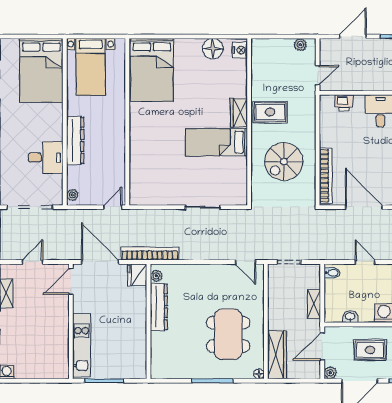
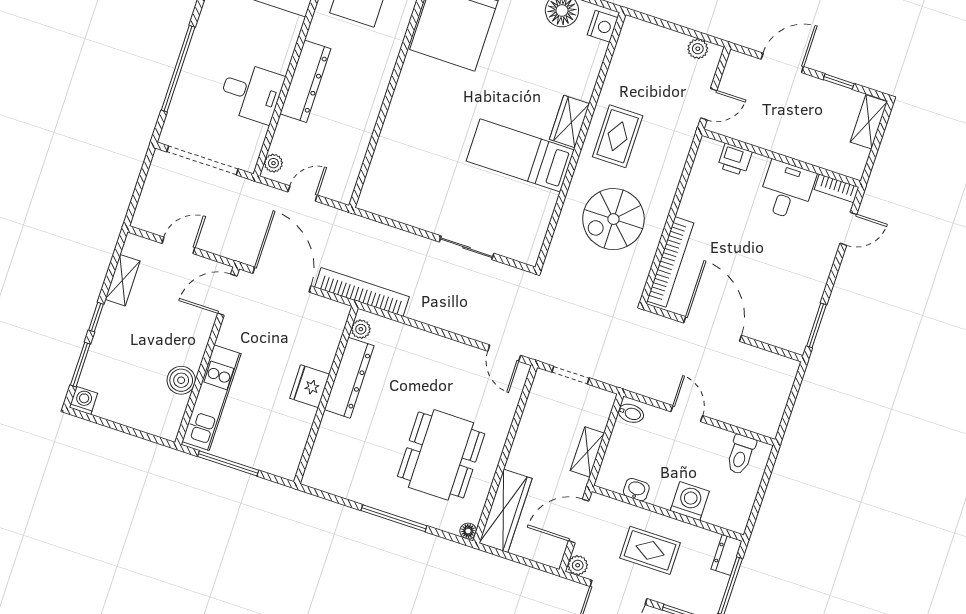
rug: (270, 112) -> (618, 136), turned 90
door: (113, 207) -> (303, 194), moved
fridge: (137, 275) -> (310, 386), moved
boiler: (60, 341) -> (181, 380), added

